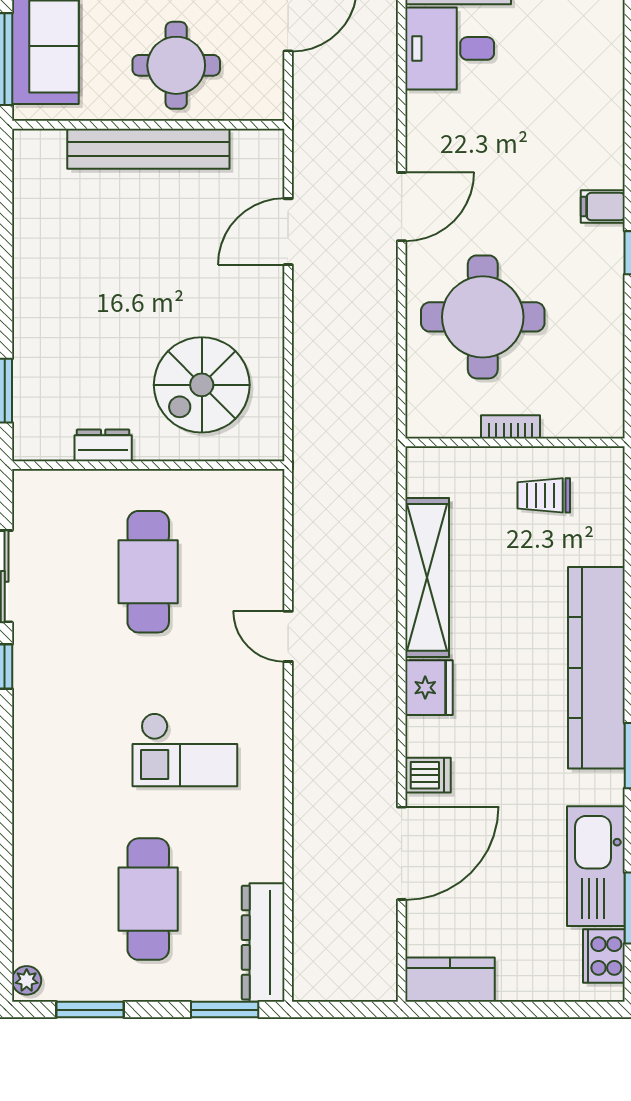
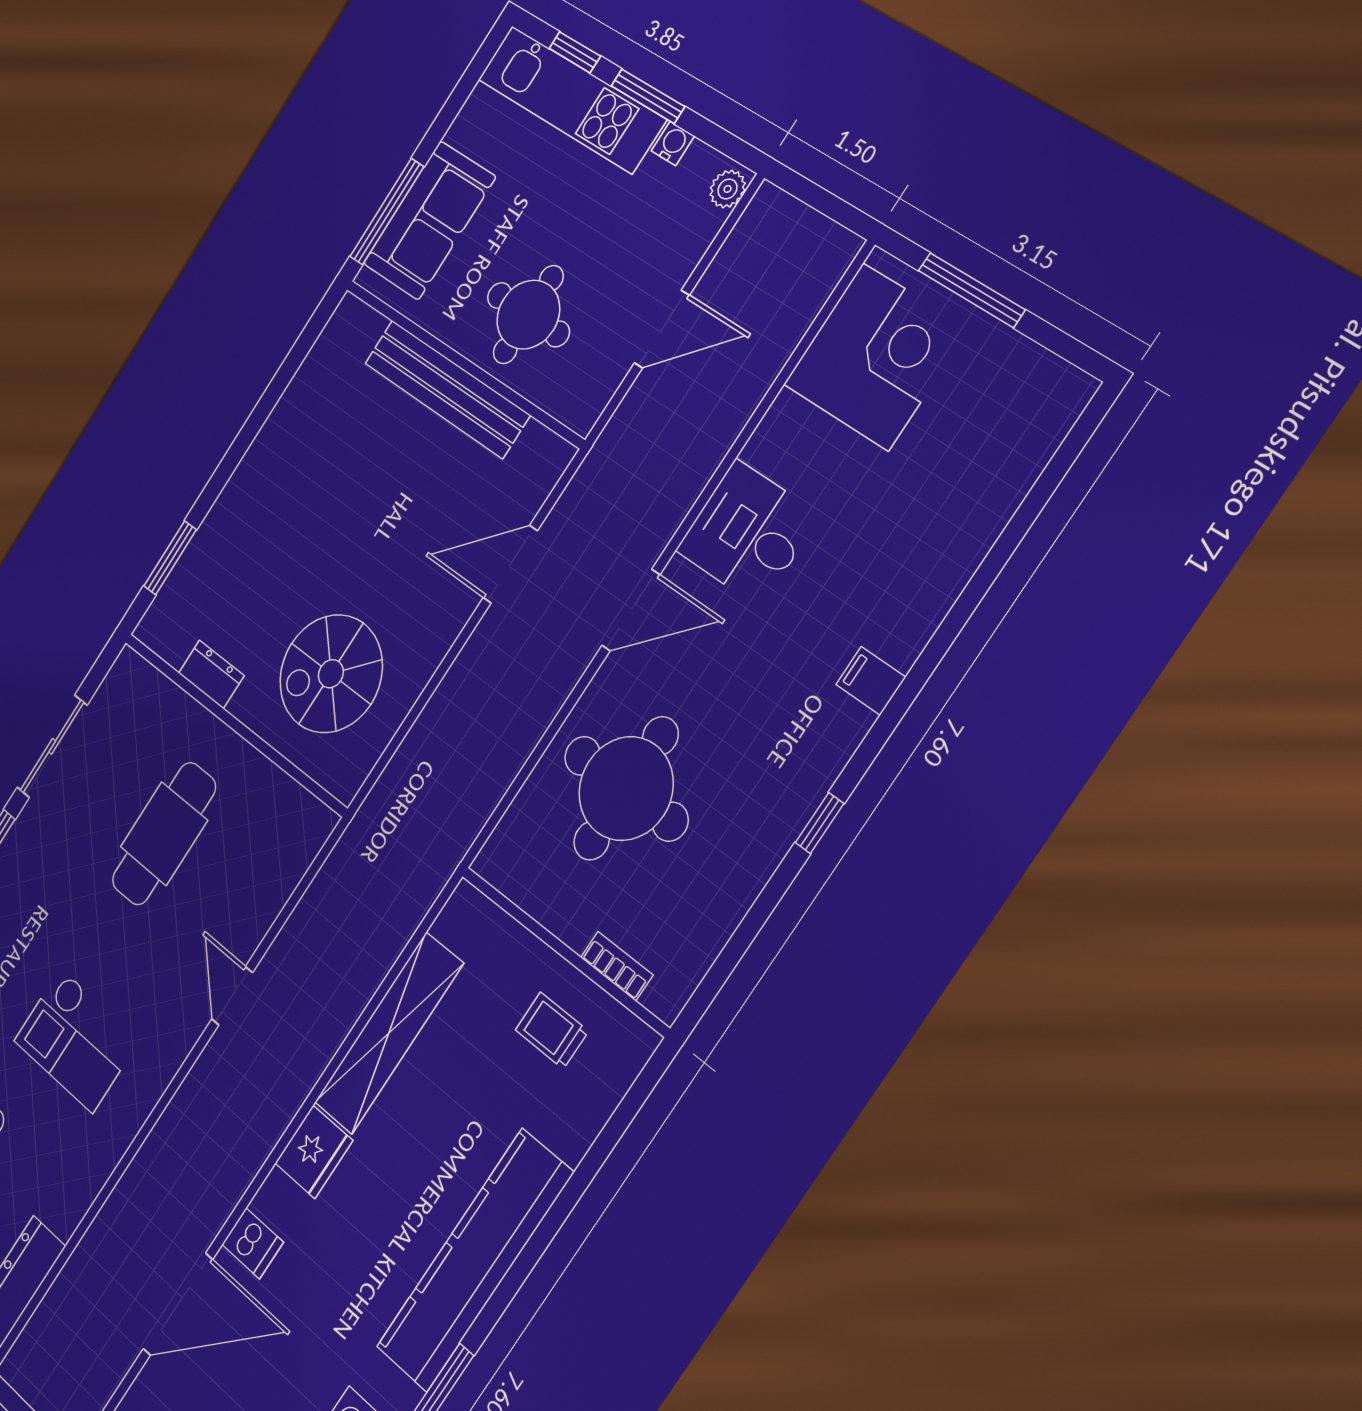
desk: (450, 48) -> (748, 533), moved
filing cabinet: (603, 207) -> (871, 681), moved
bookcase: (511, 427) -> (617, 966), moved

